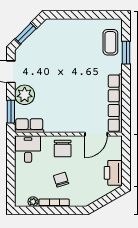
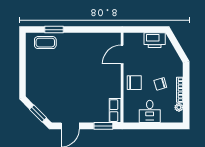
plant: (25, 95) -> (89, 114), removed
row of seats: (115, 103) -> (96, 38), removed
door: (96, 134) -> (122, 55), swing flipped
desk: (28, 149) -> (150, 111), moved, turned -90

